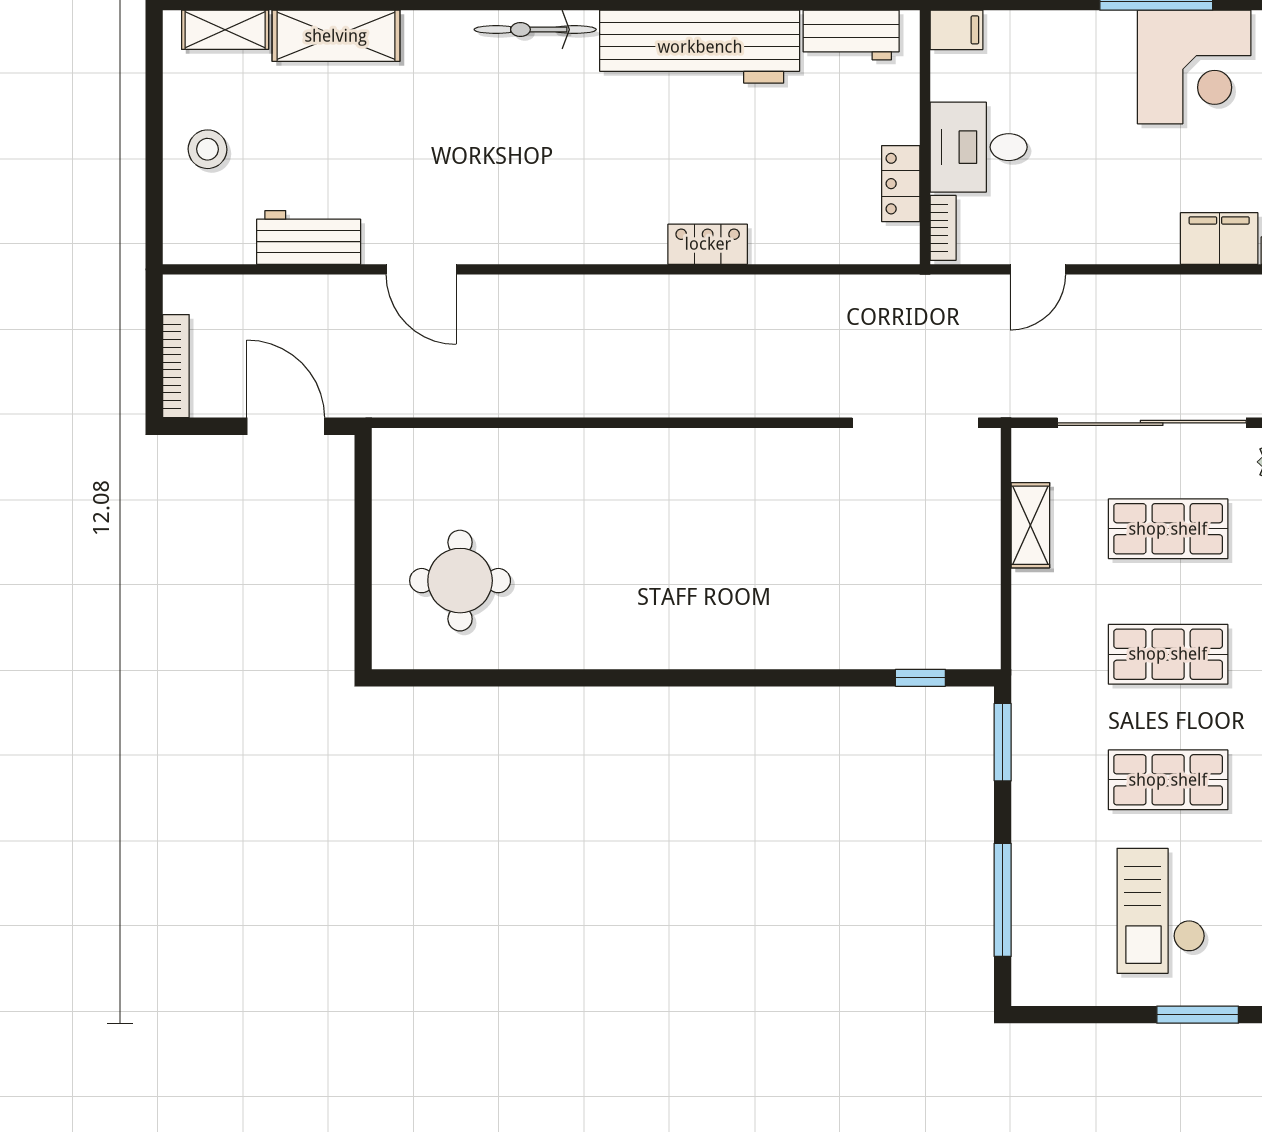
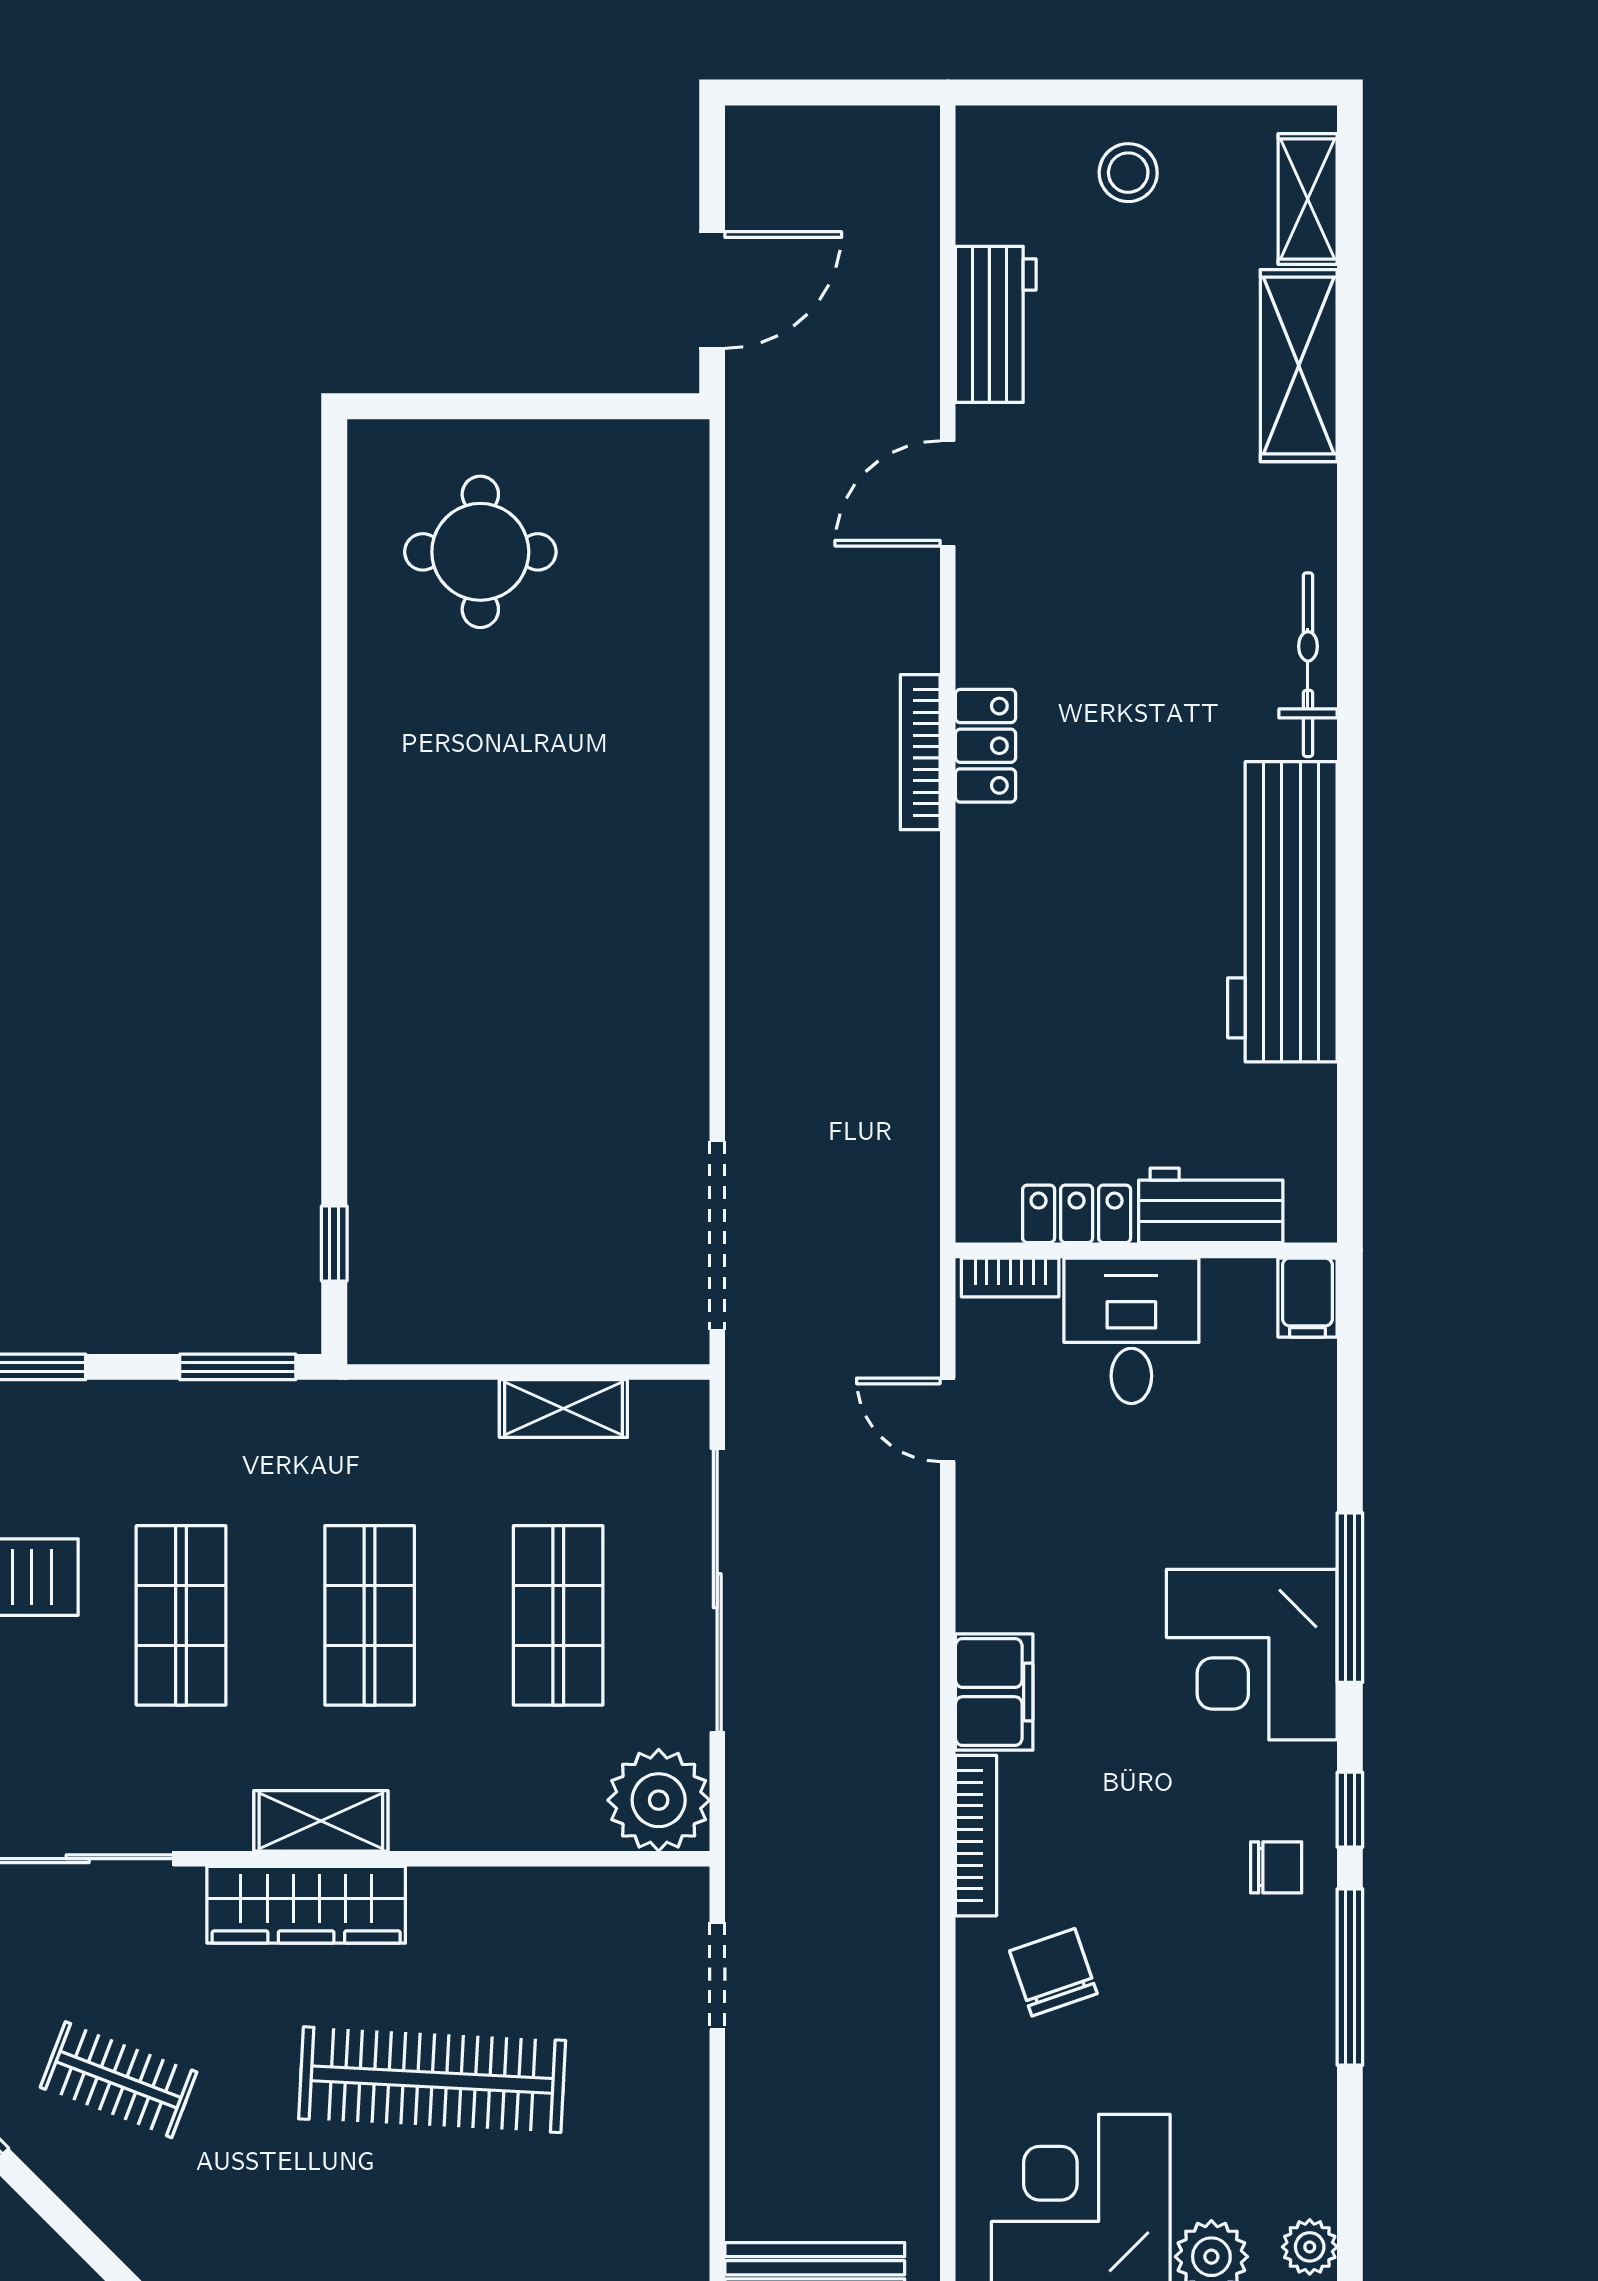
workbench: (851, 35) -> (1211, 1205), moved, turned 90
locker: (708, 244) -> (985, 746), moved
bookcase: (176, 366) -> (920, 752), moved, turned 90

